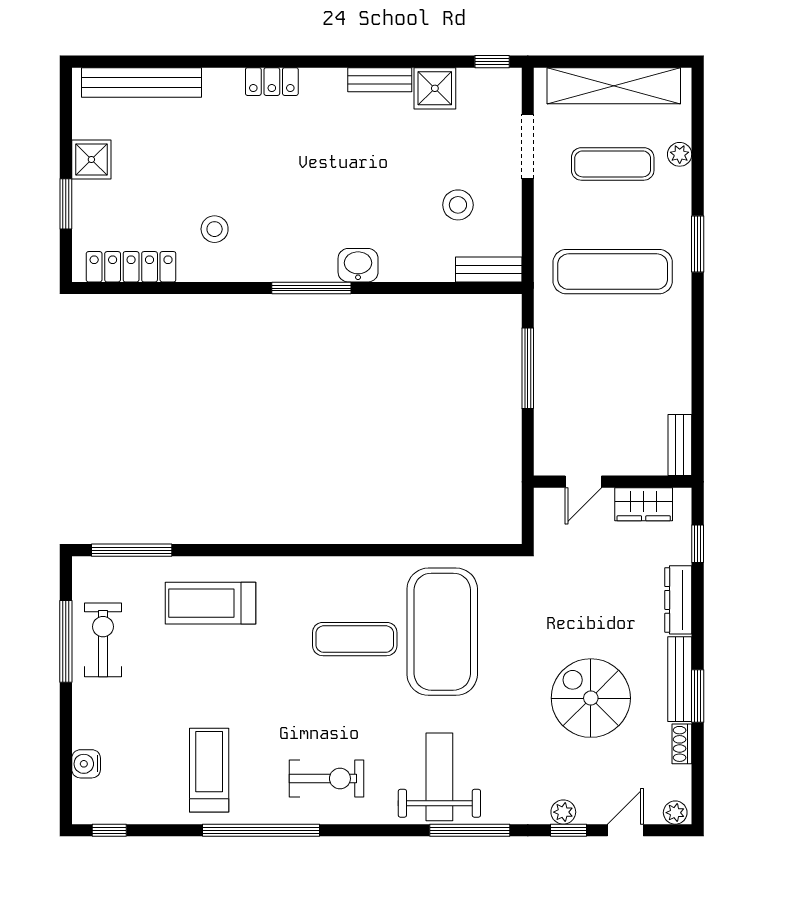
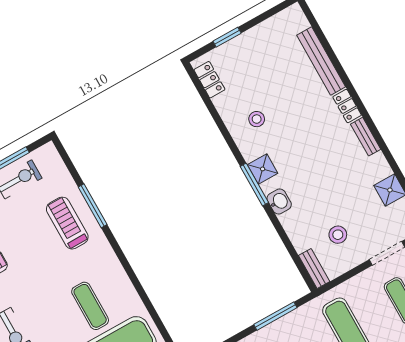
bench: (380, 80) -> (366, 137), moved
bench: (141, 82) -> (321, 61), moved
shower: (91, 160) -> (263, 169), moved
locker: (131, 267) -> (209, 80), width x0.66
window: (132, 550) -> (93, 206), moved

